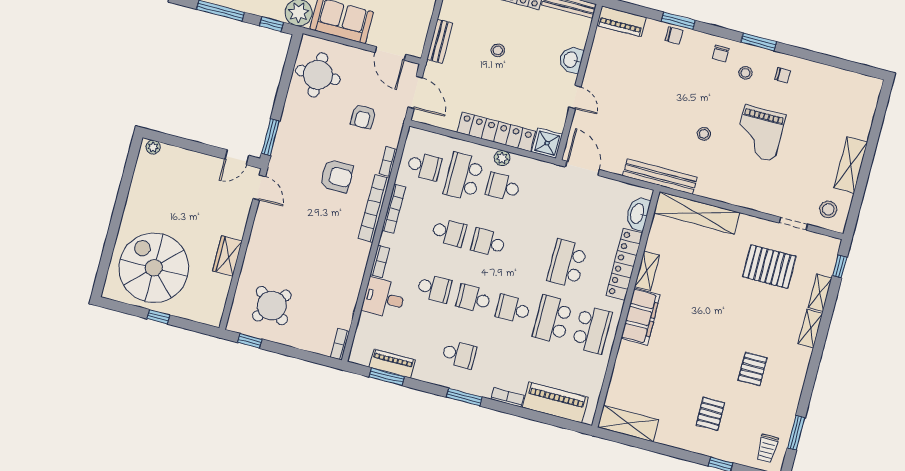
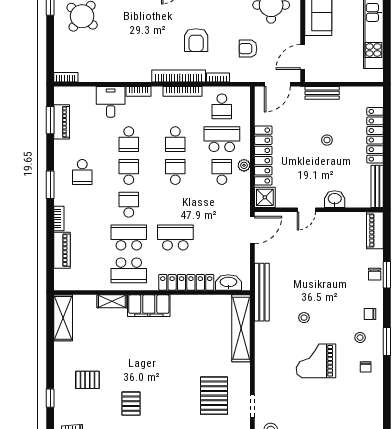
shelving: (647, 271) -> (112, 301), moved
pallet: (753, 369) -> (131, 404), turned 90
piano: (555, 402) -> (62, 250), width x0.73, depth x0.75

